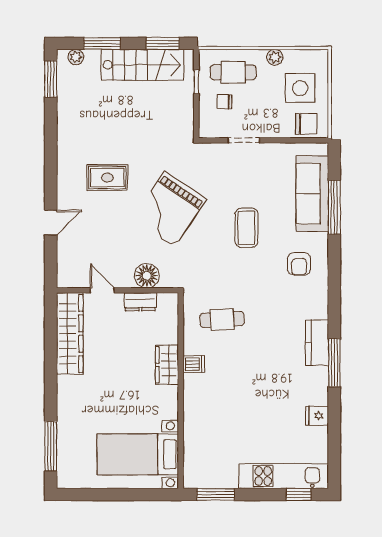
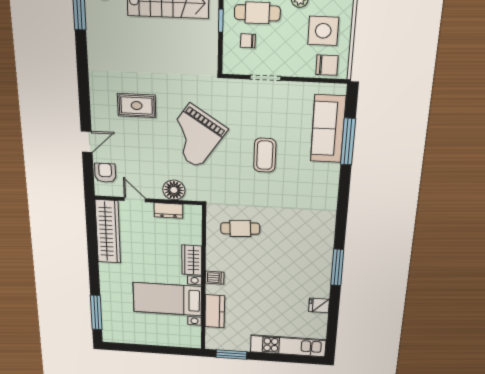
armchair: (299, 264) -> (105, 173), moved, turned 180
kitchen counter: (317, 343) -> (215, 311), moved, turned 180
dishwasher: (194, 364) -> (215, 278), moved
bed with nightstands: (138, 454) -> (167, 299), moved
window: (299, 494) -> (300, 359), removed

